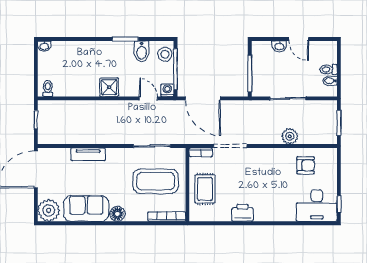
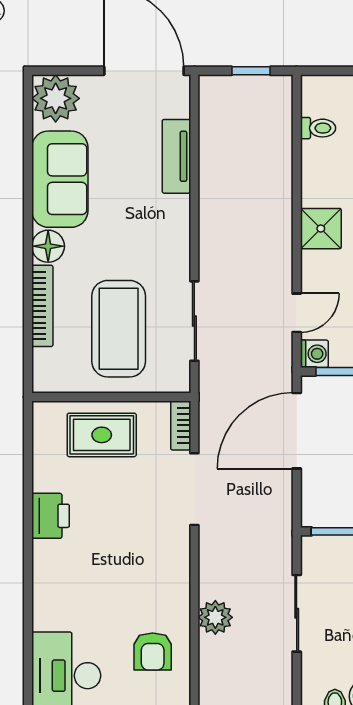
toilet: (48, 89) -> (318, 128), moved
tv unit: (88, 154) -> (176, 156), moved
bookcase: (167, 217) -> (42, 306), moved

